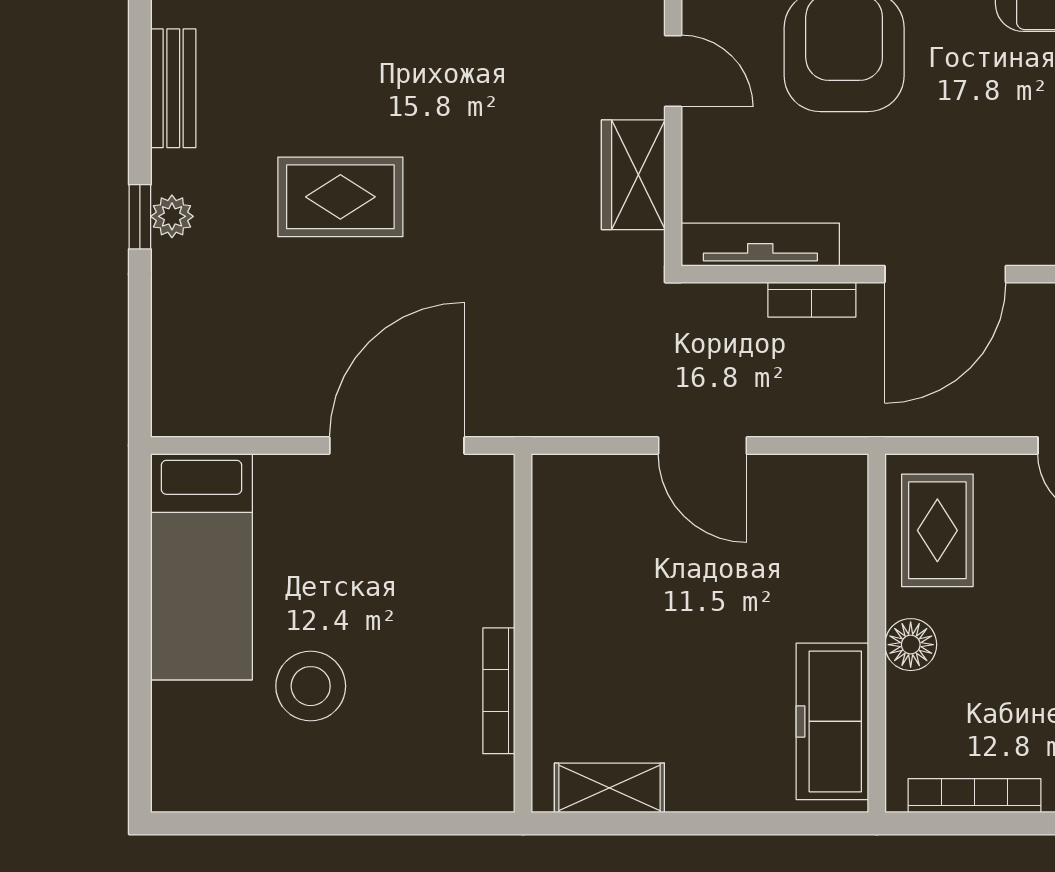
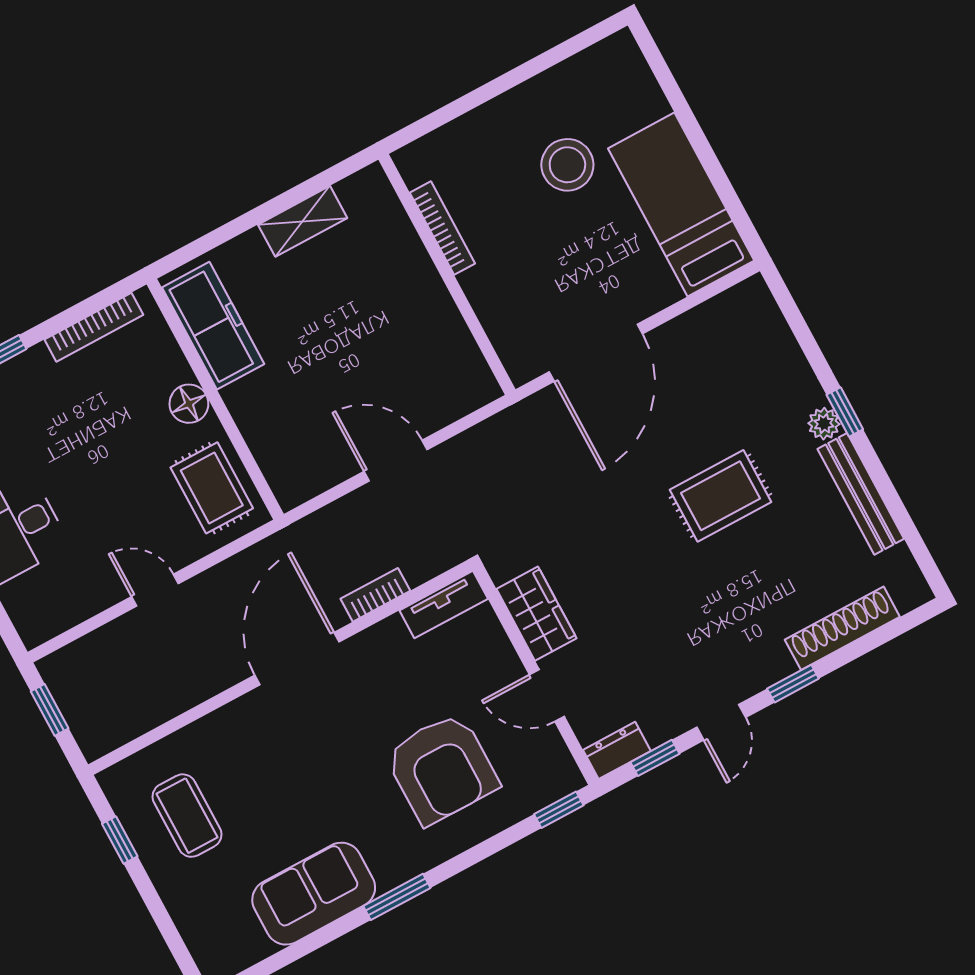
bench: (173, 88) -> (861, 494), width x1.36
tv unit: (760, 245) -> (444, 605), width x0.71
shelving: (609, 788) -> (303, 221), moved

